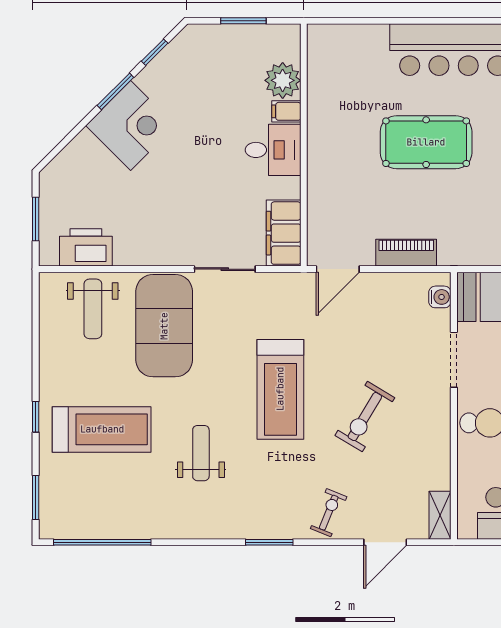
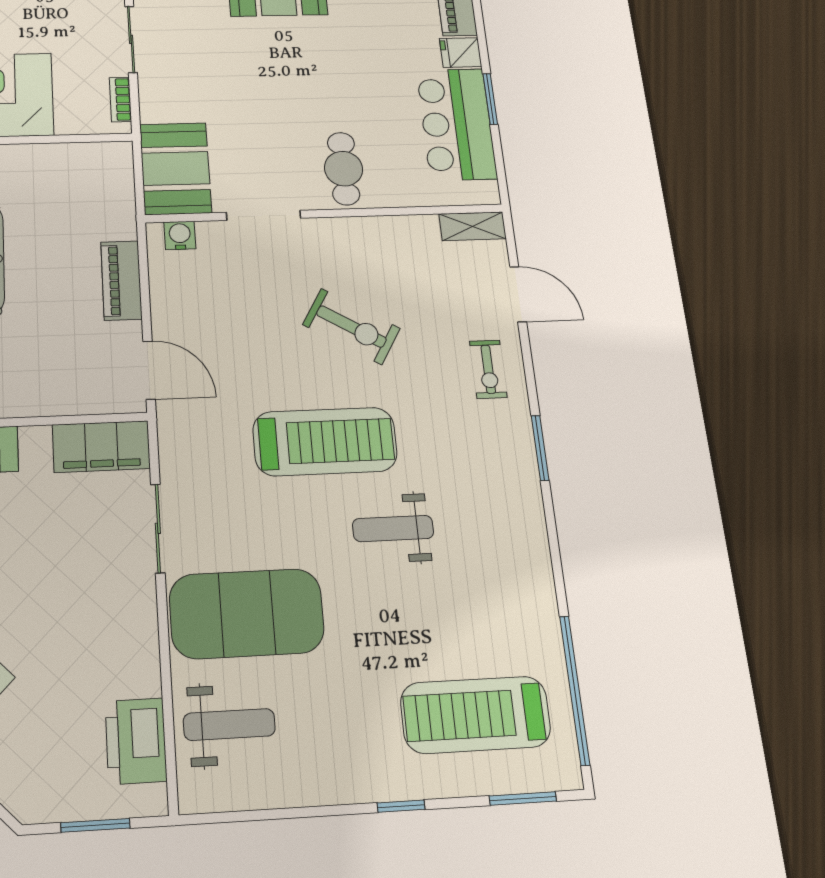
treadmill: (102, 429) -> (475, 715), moved, turned -90
weight bench: (201, 453) -> (393, 529), moved
exercise bike: (329, 513) -> (488, 369), turned -112

